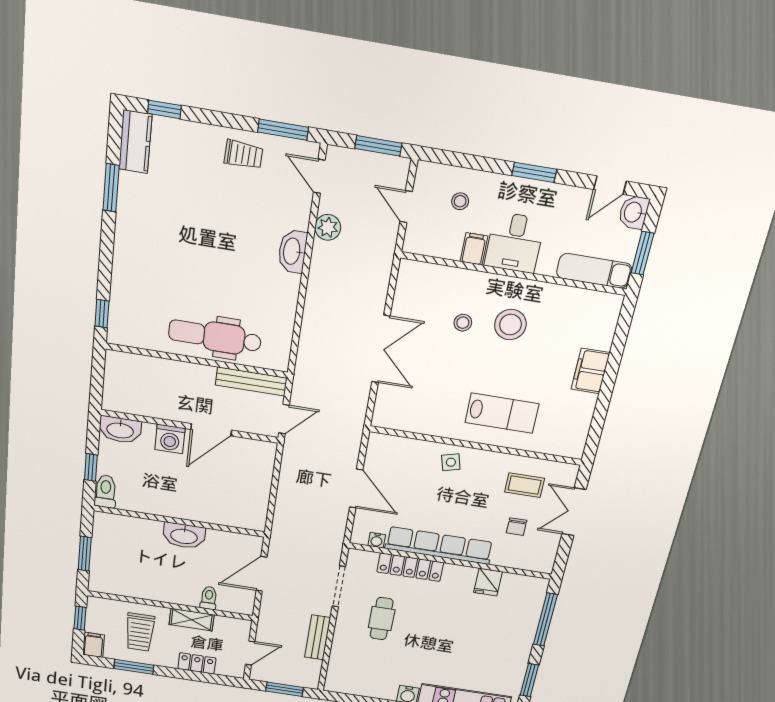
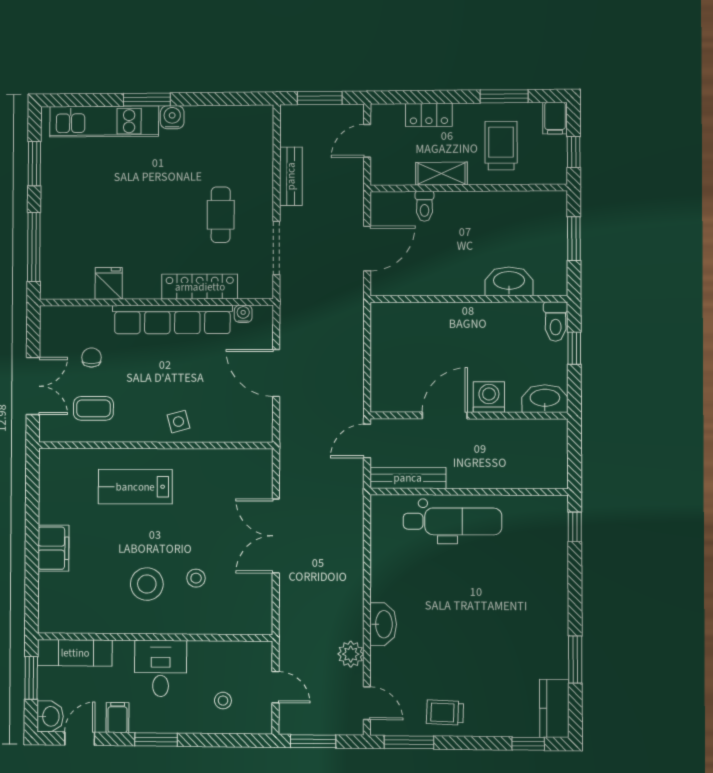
filing cabinet: (474, 249) -> (118, 718), moved, turned 180
washbasin: (184, 536) -> (509, 281), moved

